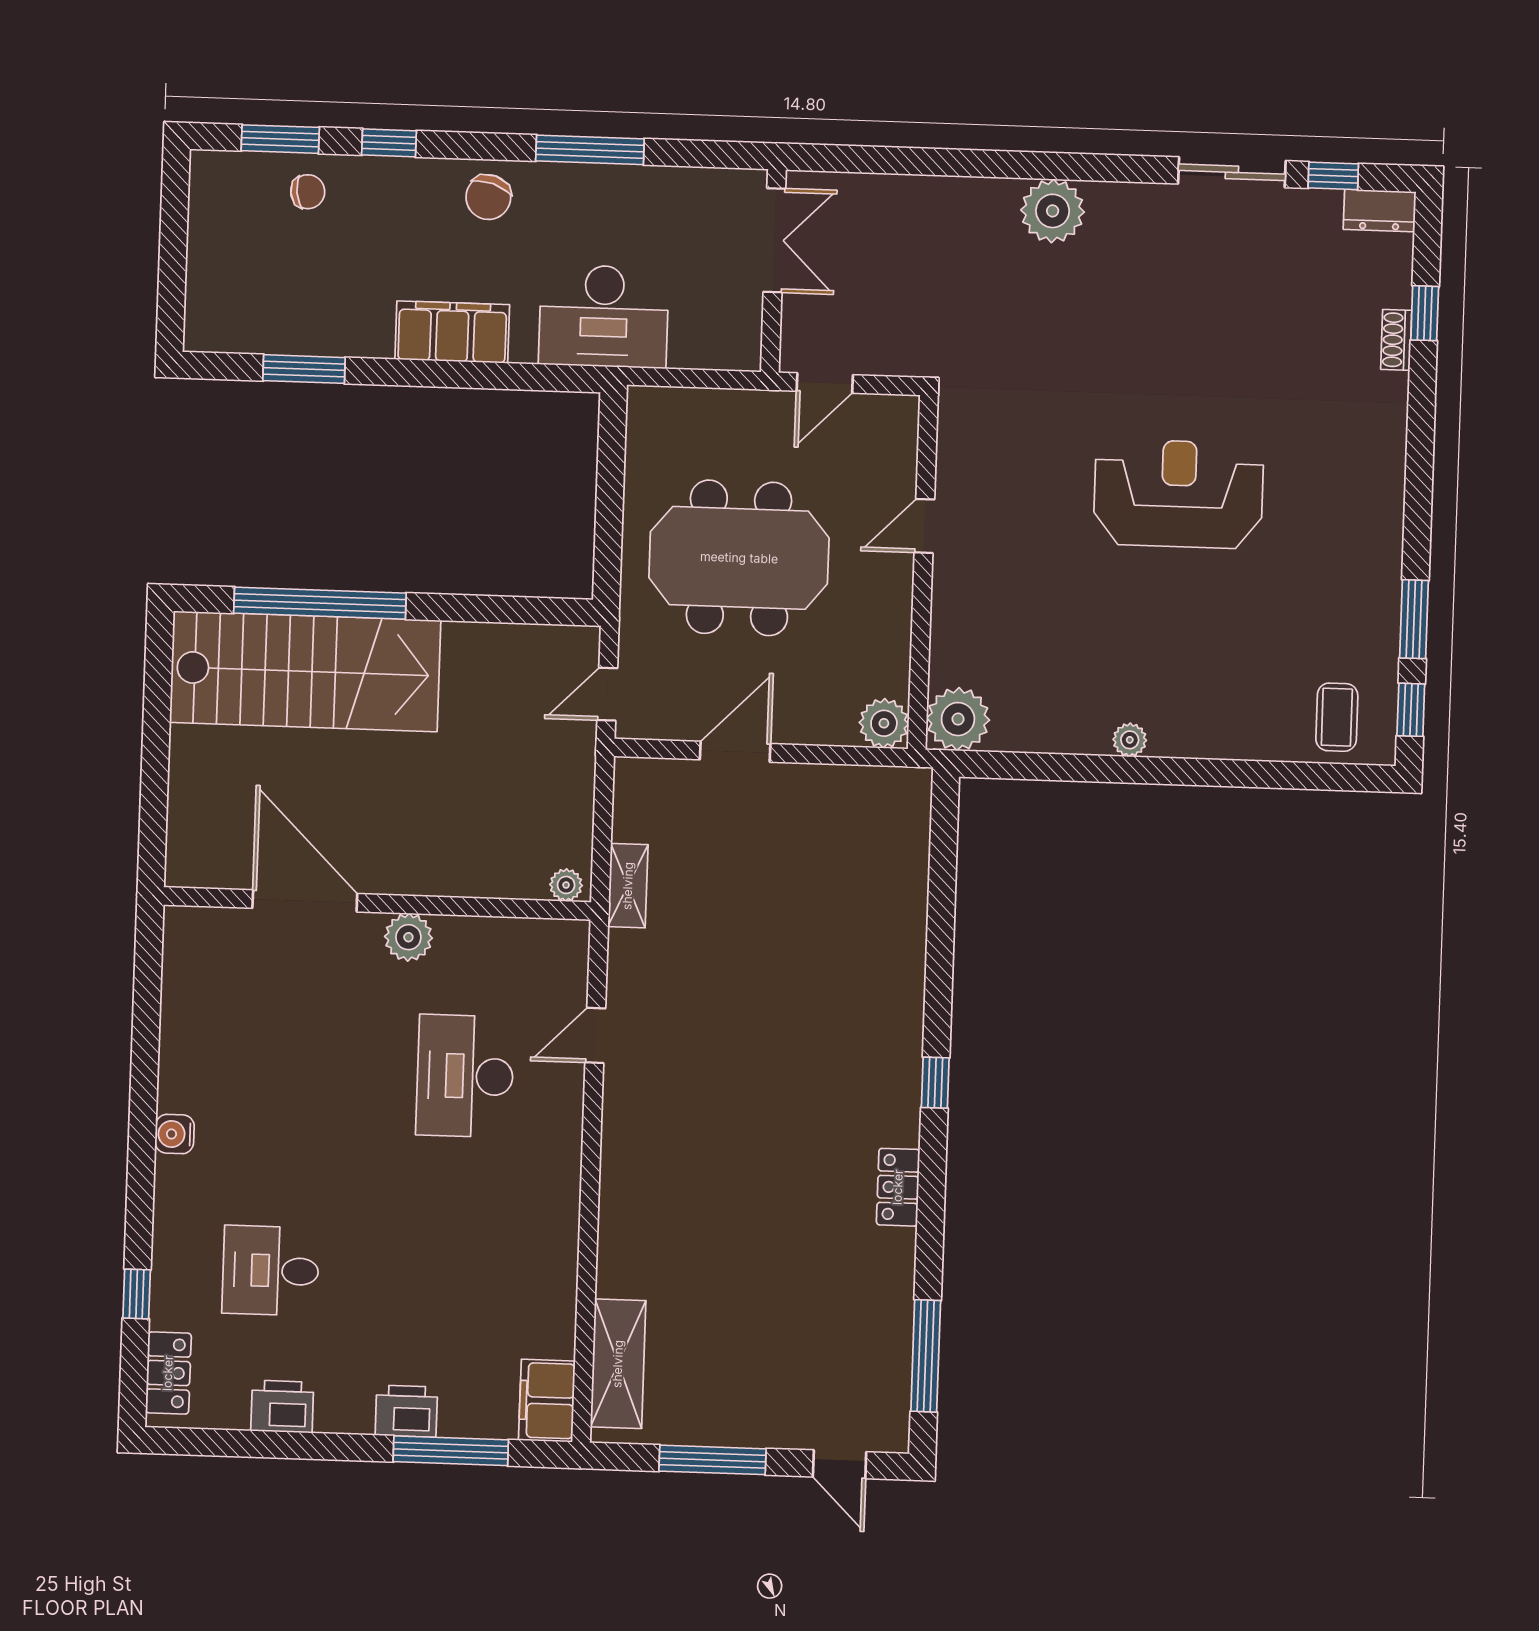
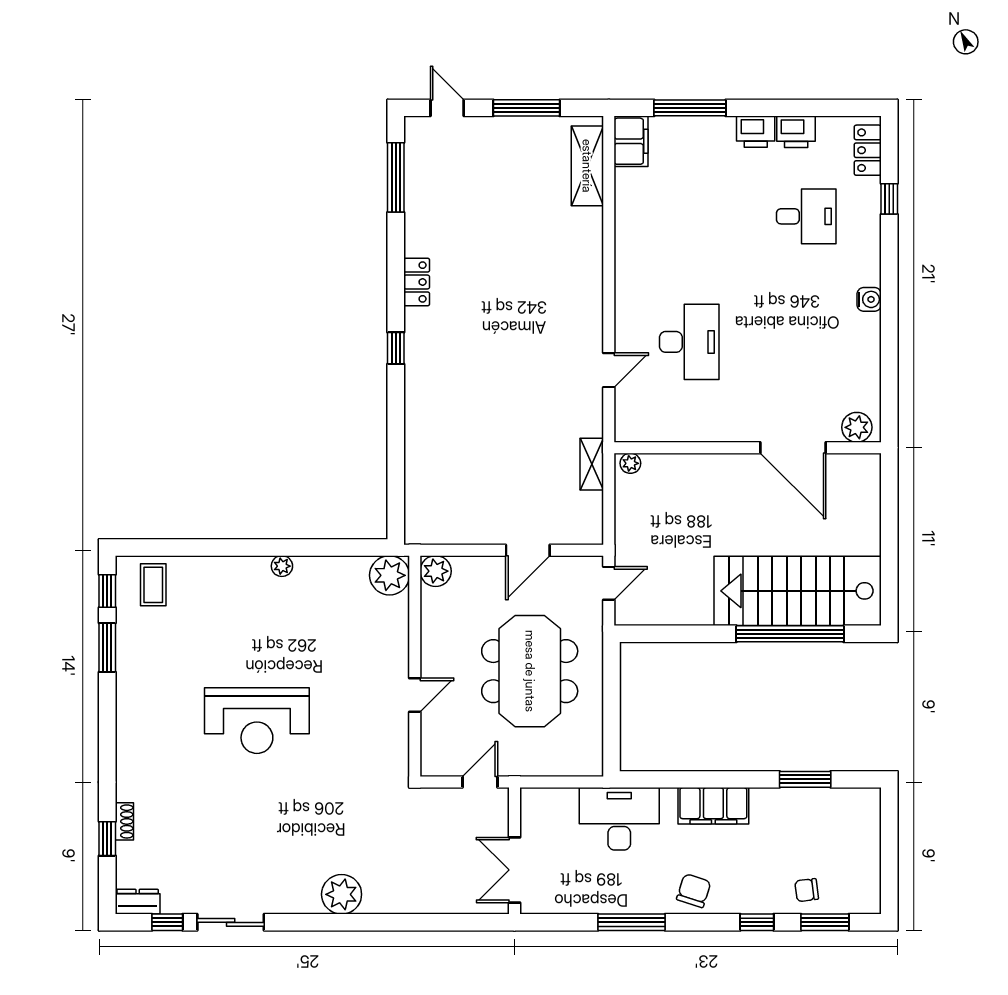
meeting table: (739, 558) -> (530, 671), turned 90
plant: (408, 937) -> (857, 427), moved
printer: (406, 1411) -> (756, 132), moved

